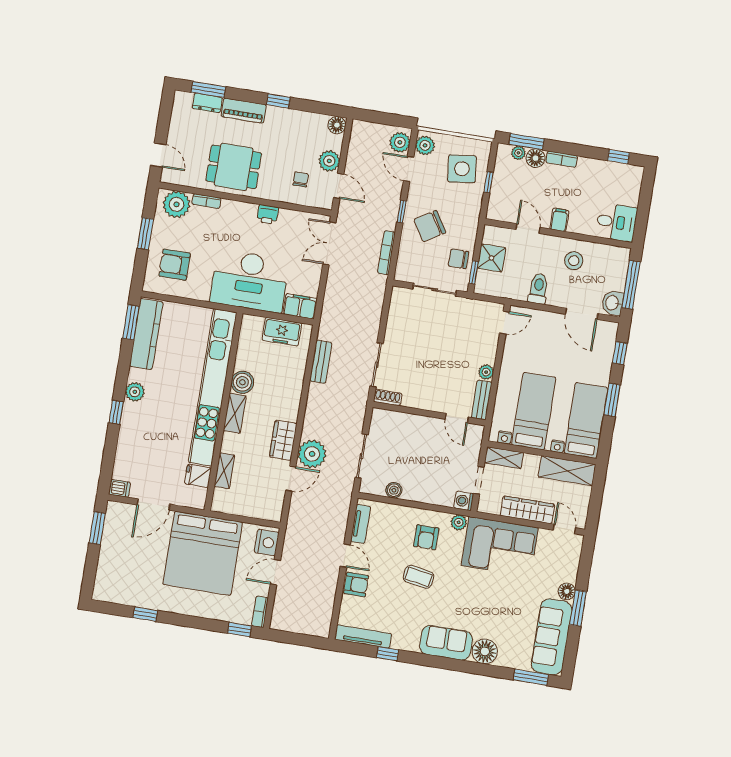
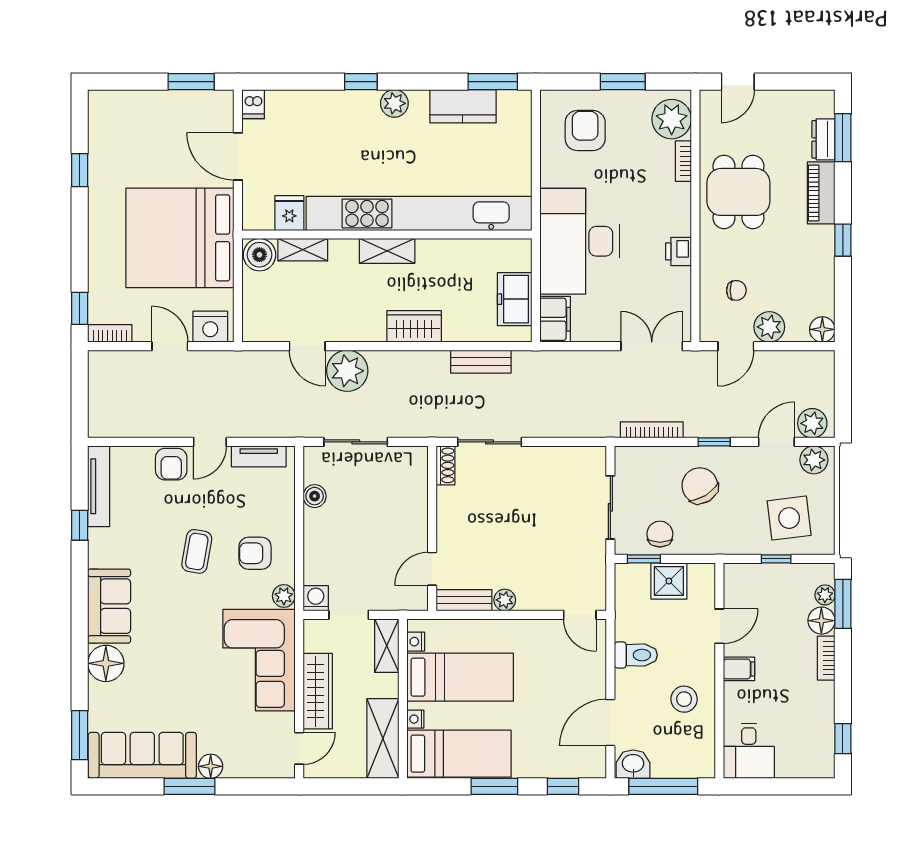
kitchen counter: (146, 334) -> (463, 106), width x0.67
boiler: (242, 382) -> (259, 255), moved
wardrobe: (283, 440) -> (414, 326), moved

